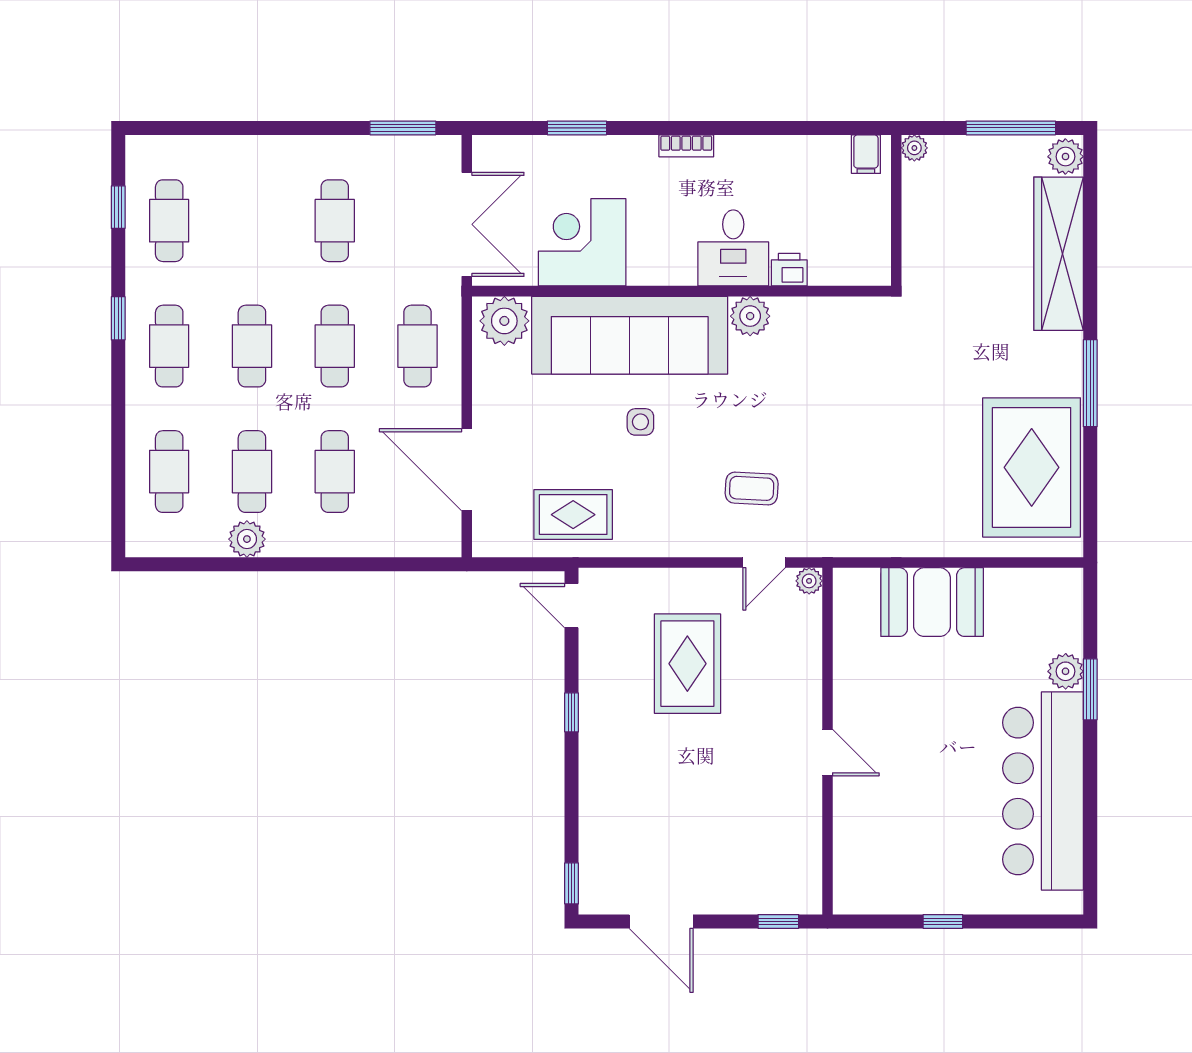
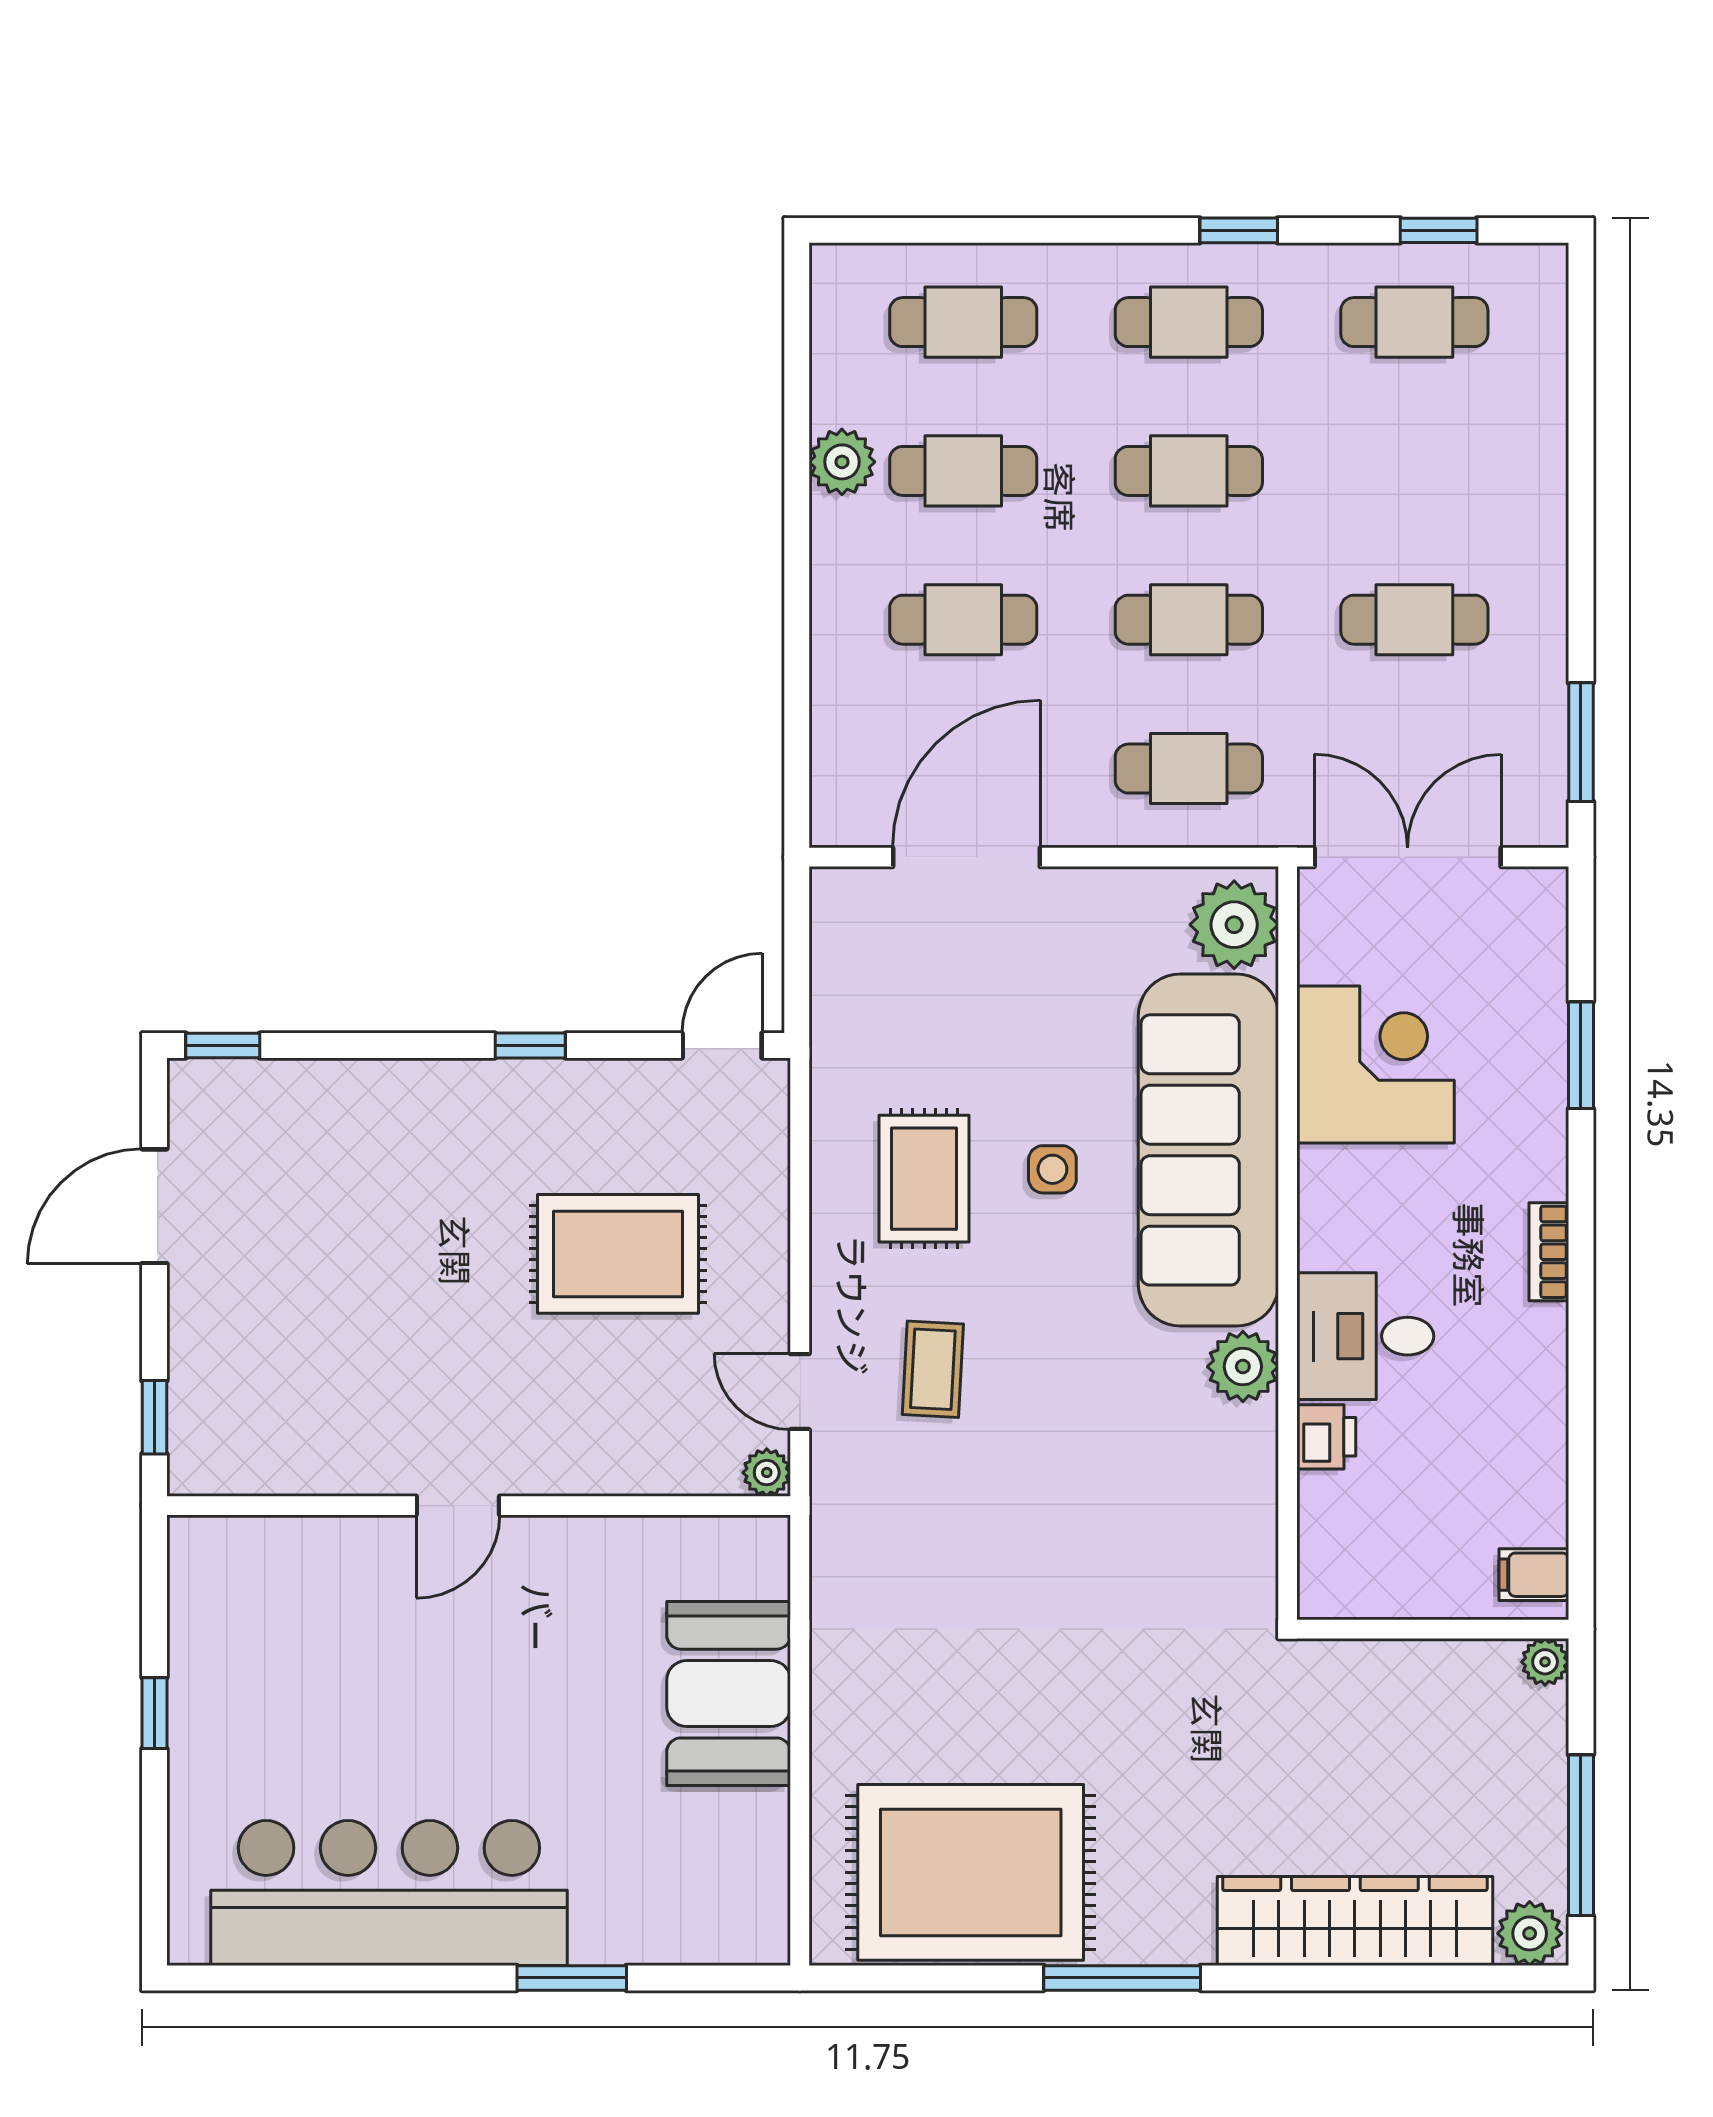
double door: (467, 224) -> (1408, 857), swing flipped
rug: (573, 515) -> (924, 1179), moved
plant: (1066, 671) -> (604, 1933), removed

